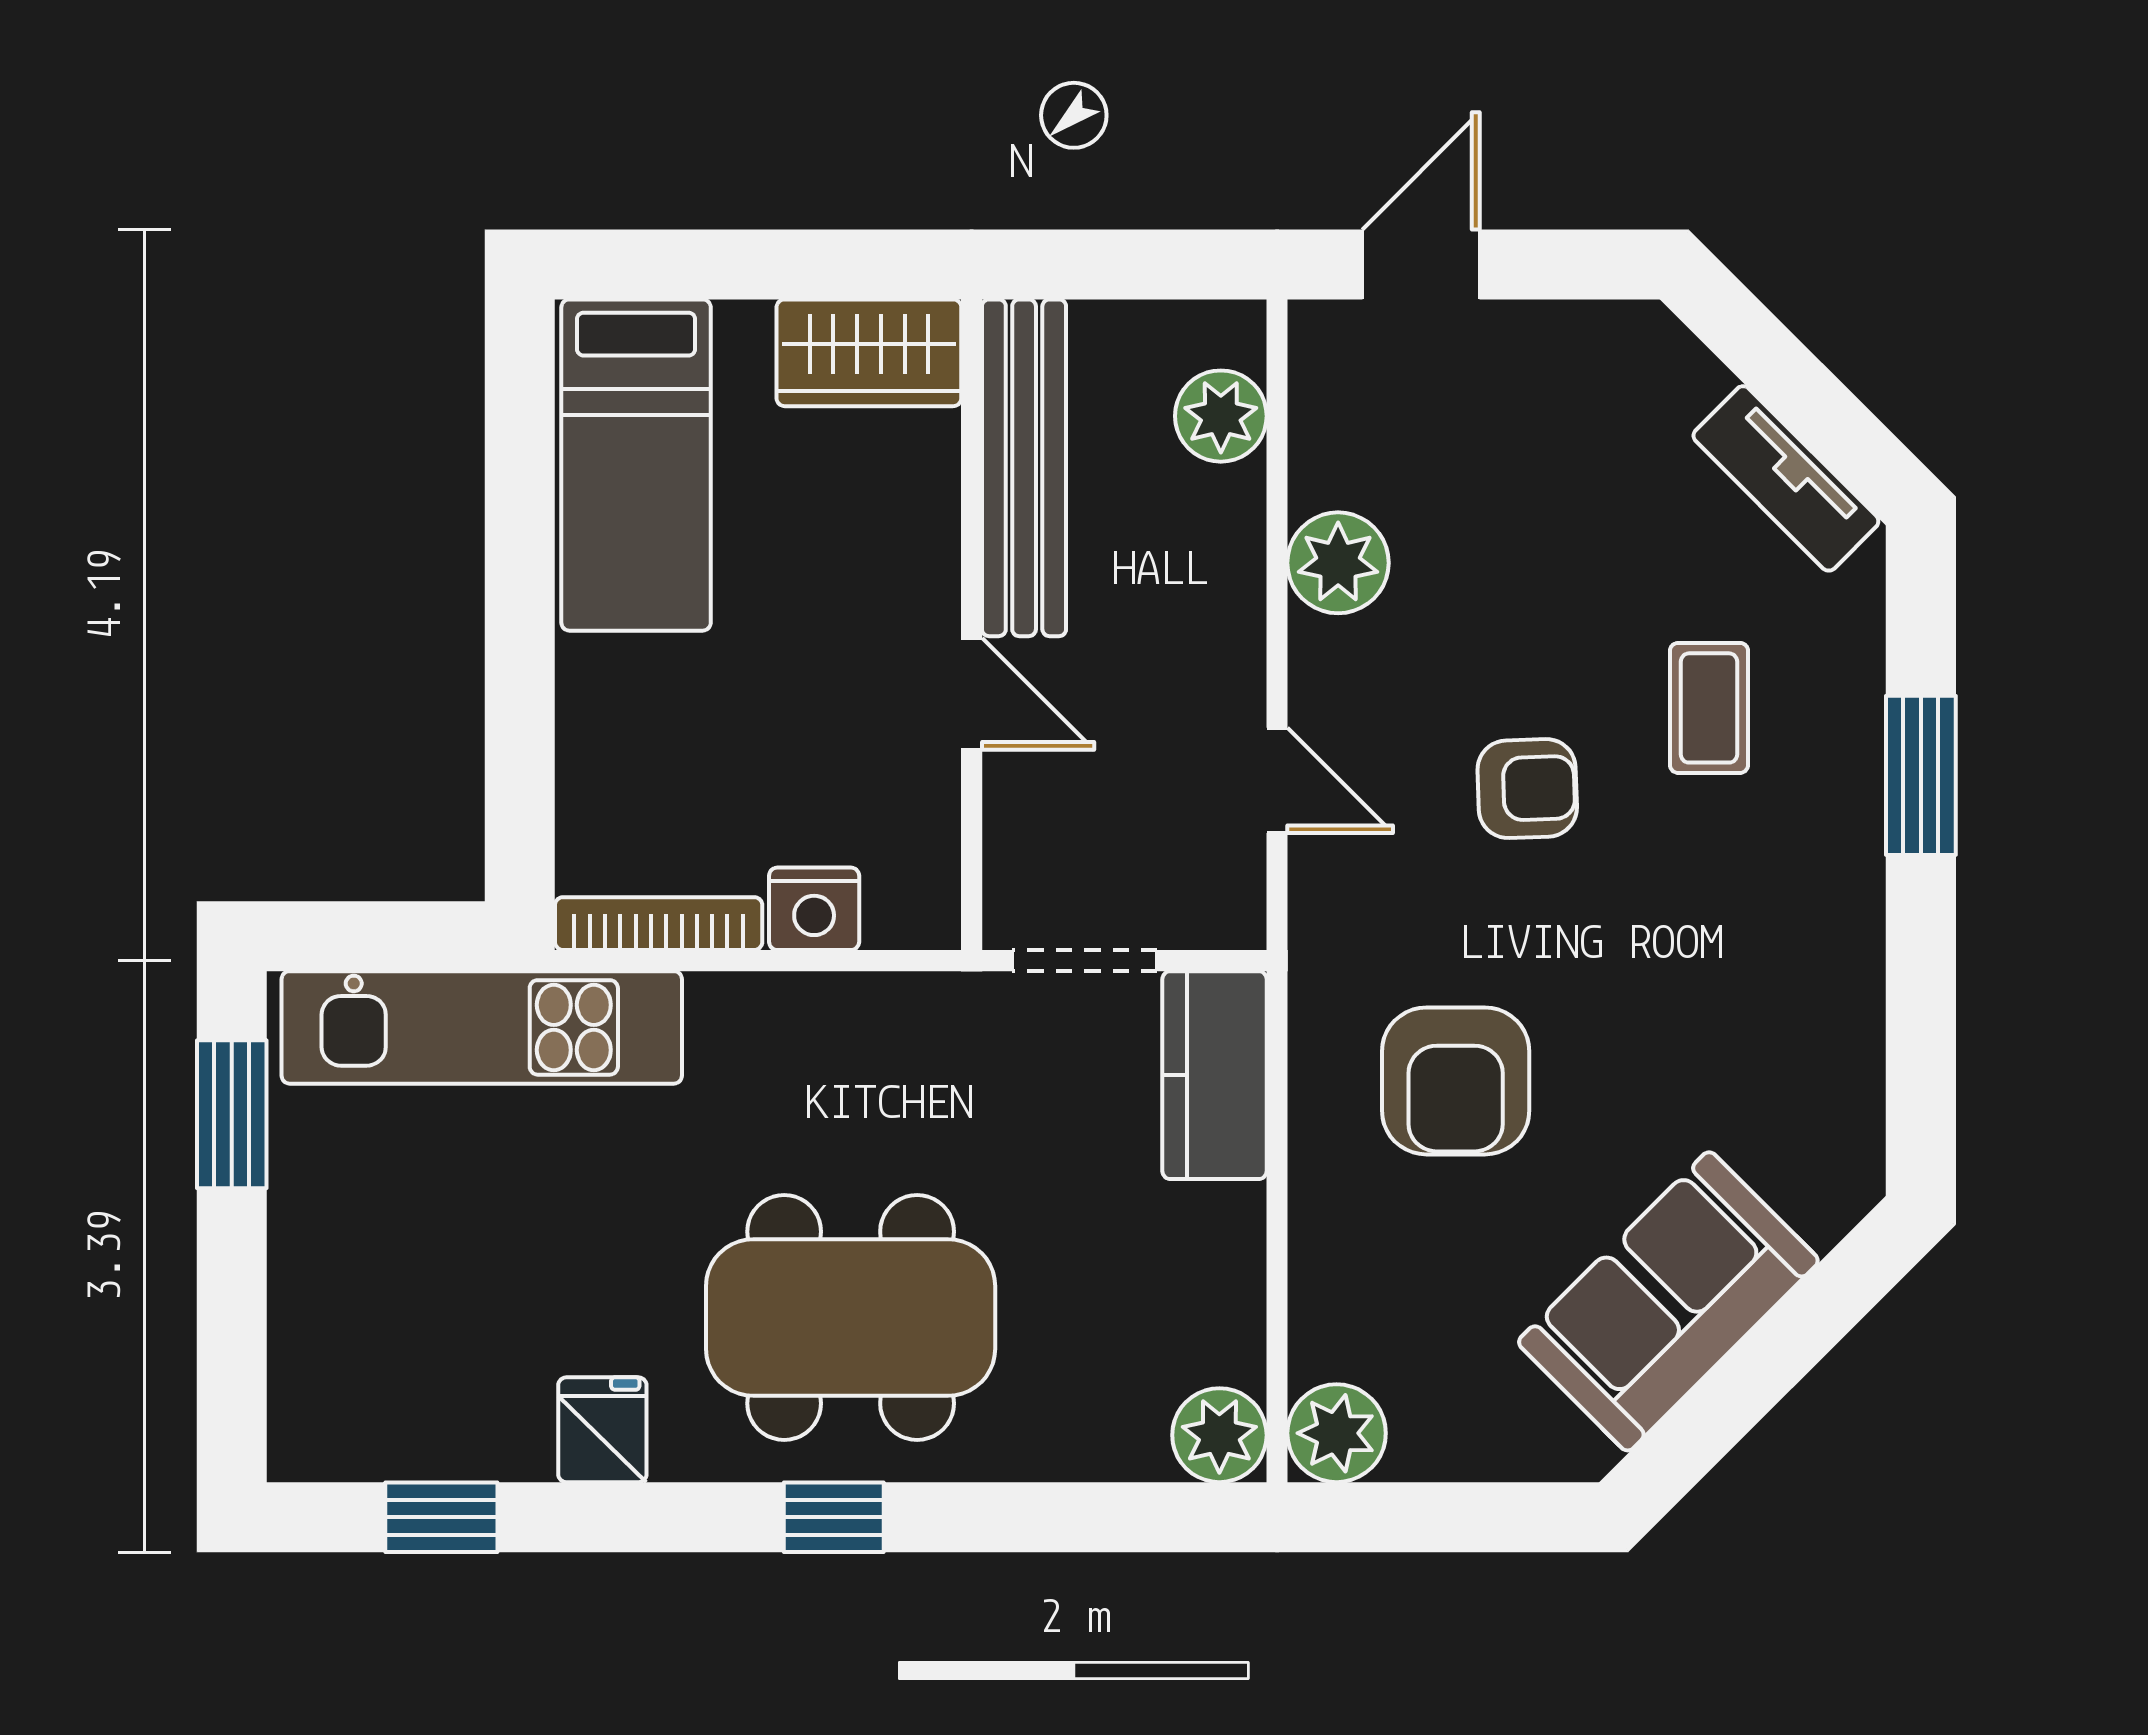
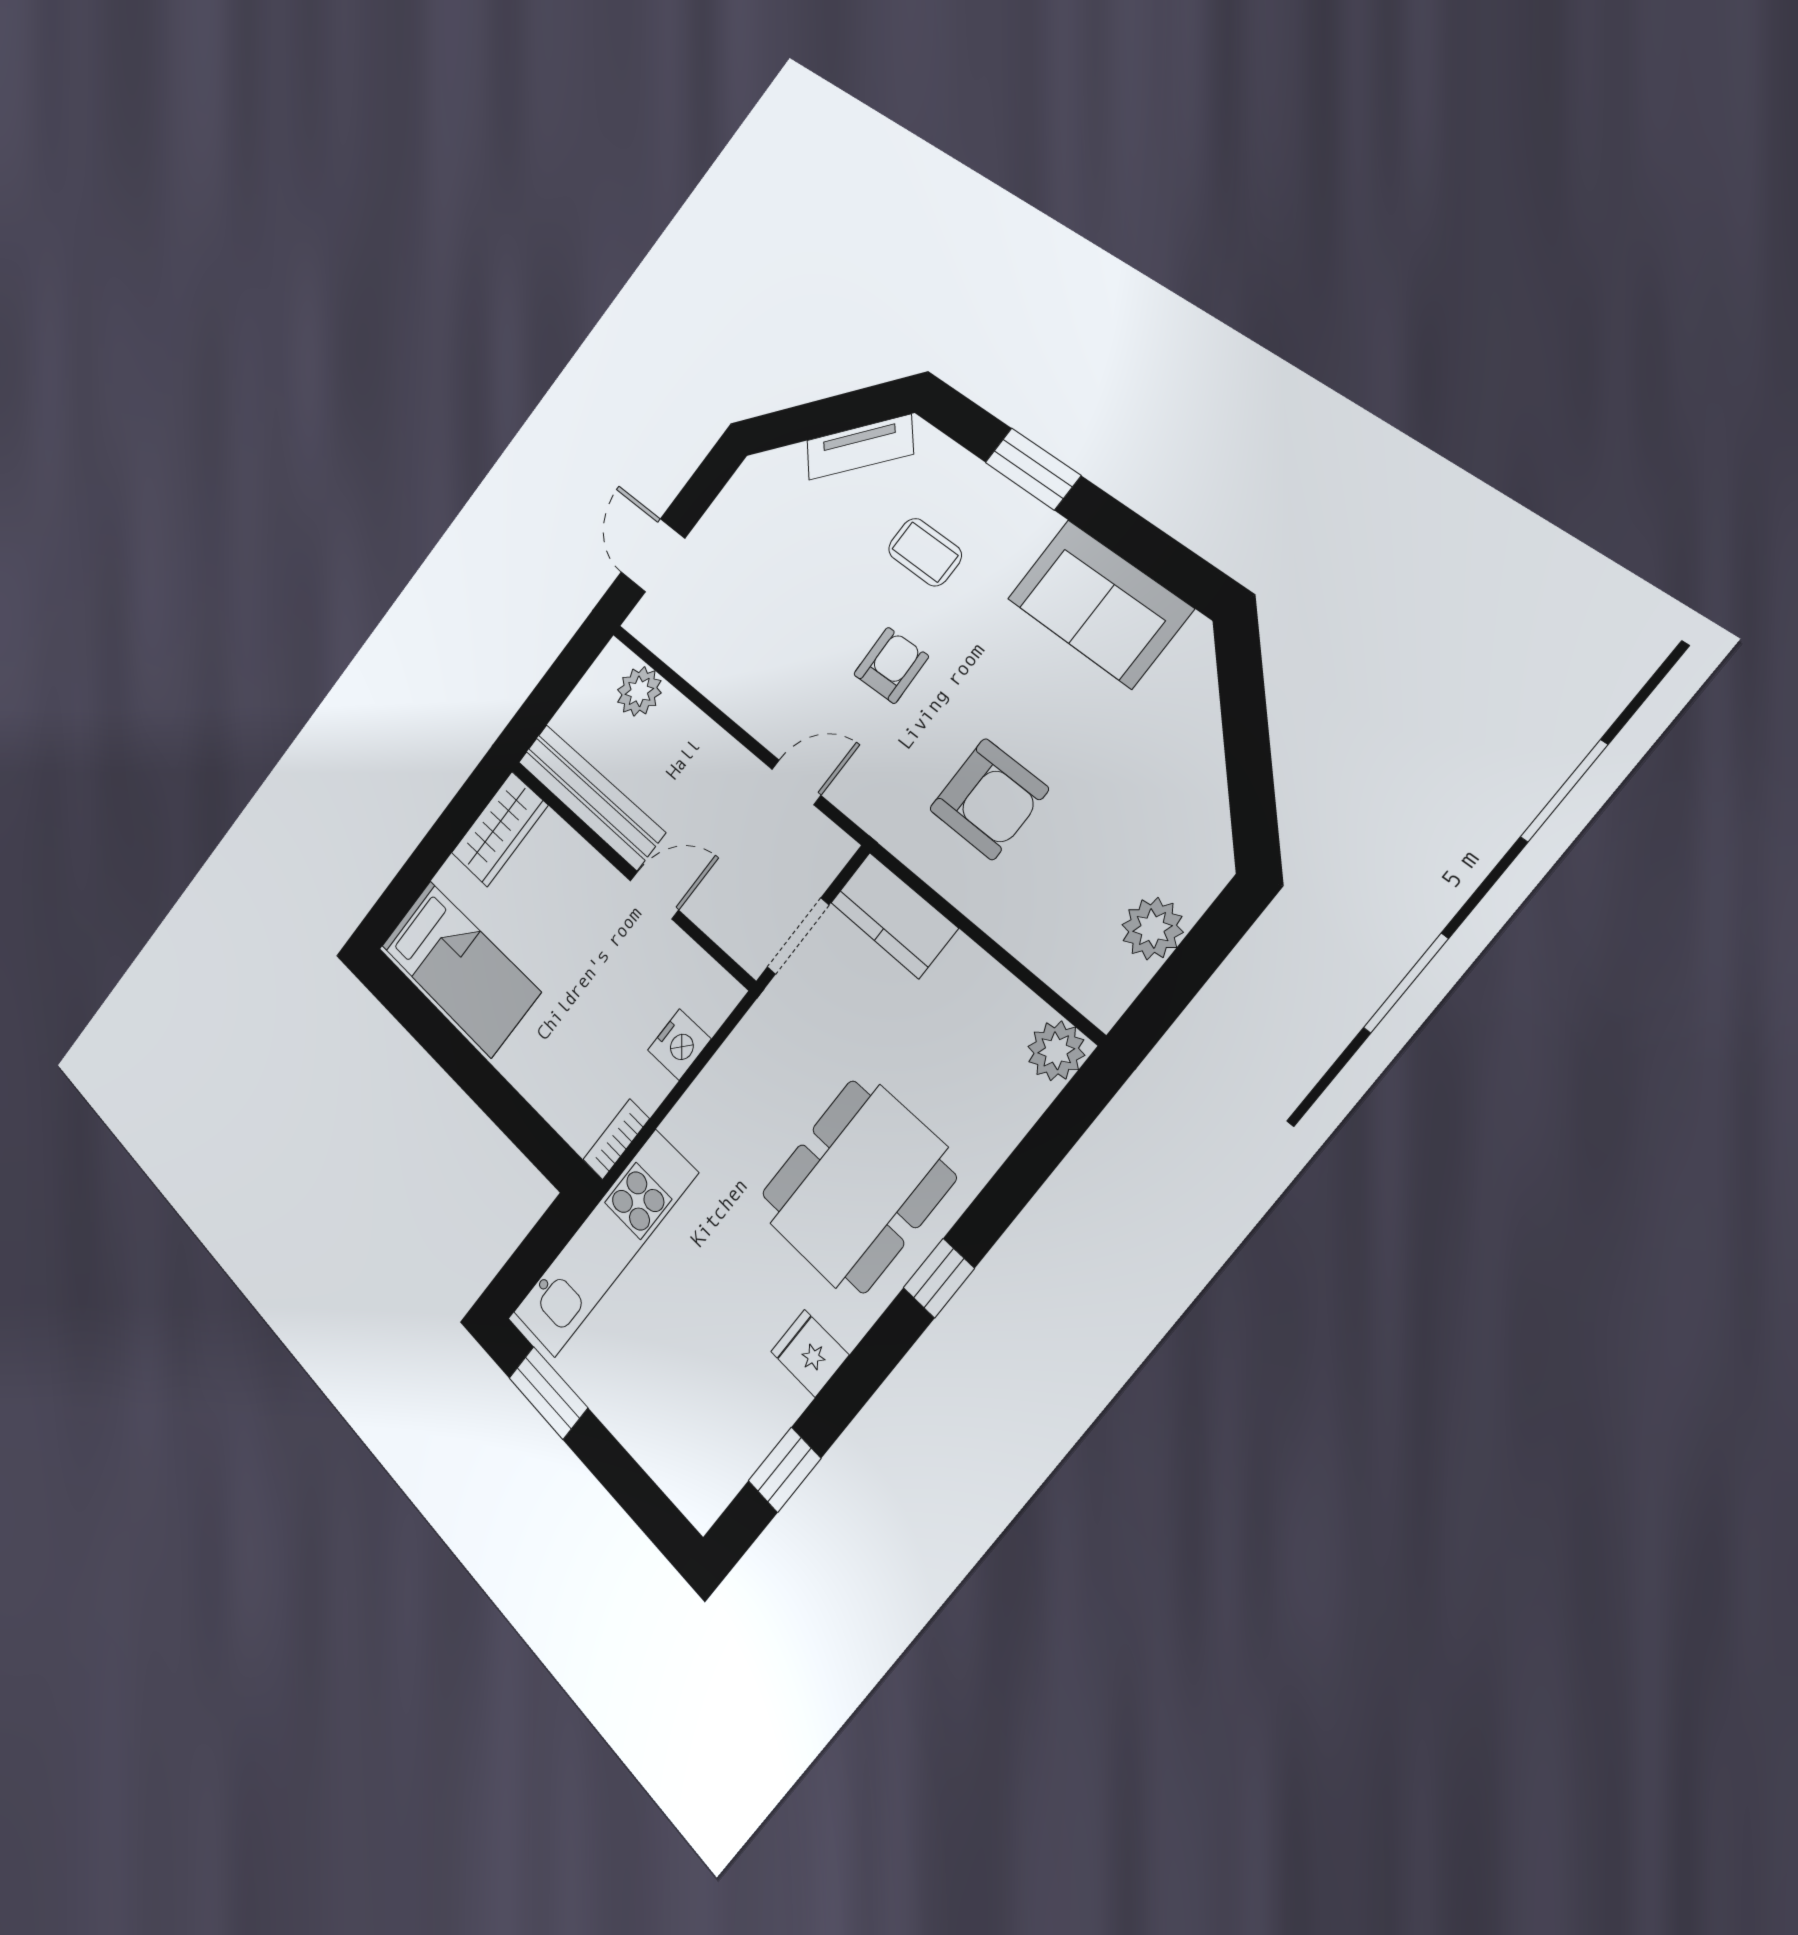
plant: (1338, 563) -> (734, 683), removed
bookcase: (659, 924) -> (616, 1139), width x0.64
sofa: (1668, 1301) -> (1100, 604), moved, turned -45
plant: (1337, 1433) -> (1153, 929), moved

